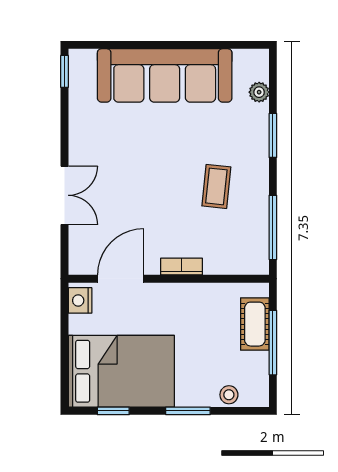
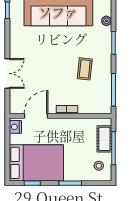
stool: (229, 395) -> (99, 166), moved

